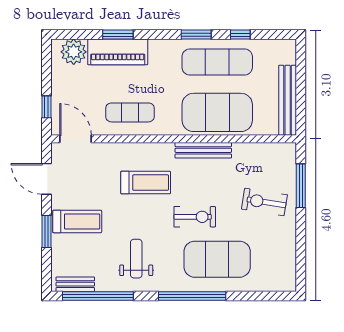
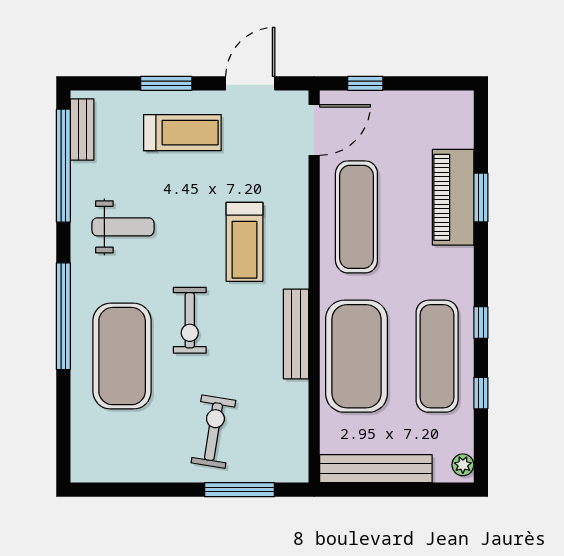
window: (196, 35) -> (481, 323), width x0.67
plant: (74, 52) -> (463, 465), moved, width x0.53, depth x0.53
exercise mat: (130, 112) -> (356, 217), width x1.36, depth x1.45
treadmill: (77, 221) -> (182, 133), turned -90

